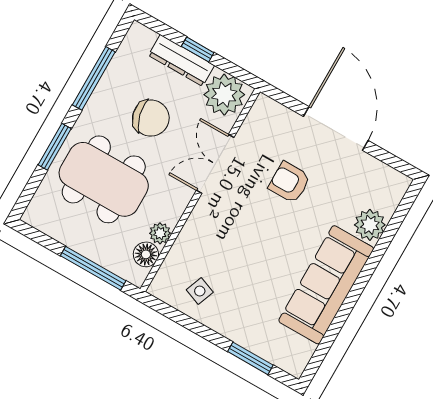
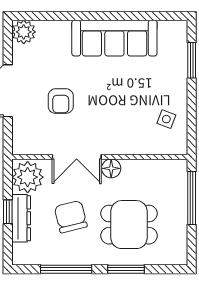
dining table: (104, 179) -> (129, 225), width x0.73
plant: (370, 225) -> (24, 32), moved
plant: (160, 233) -> (143, 167), removed
floor lamp: (146, 254) -> (111, 168), moved

